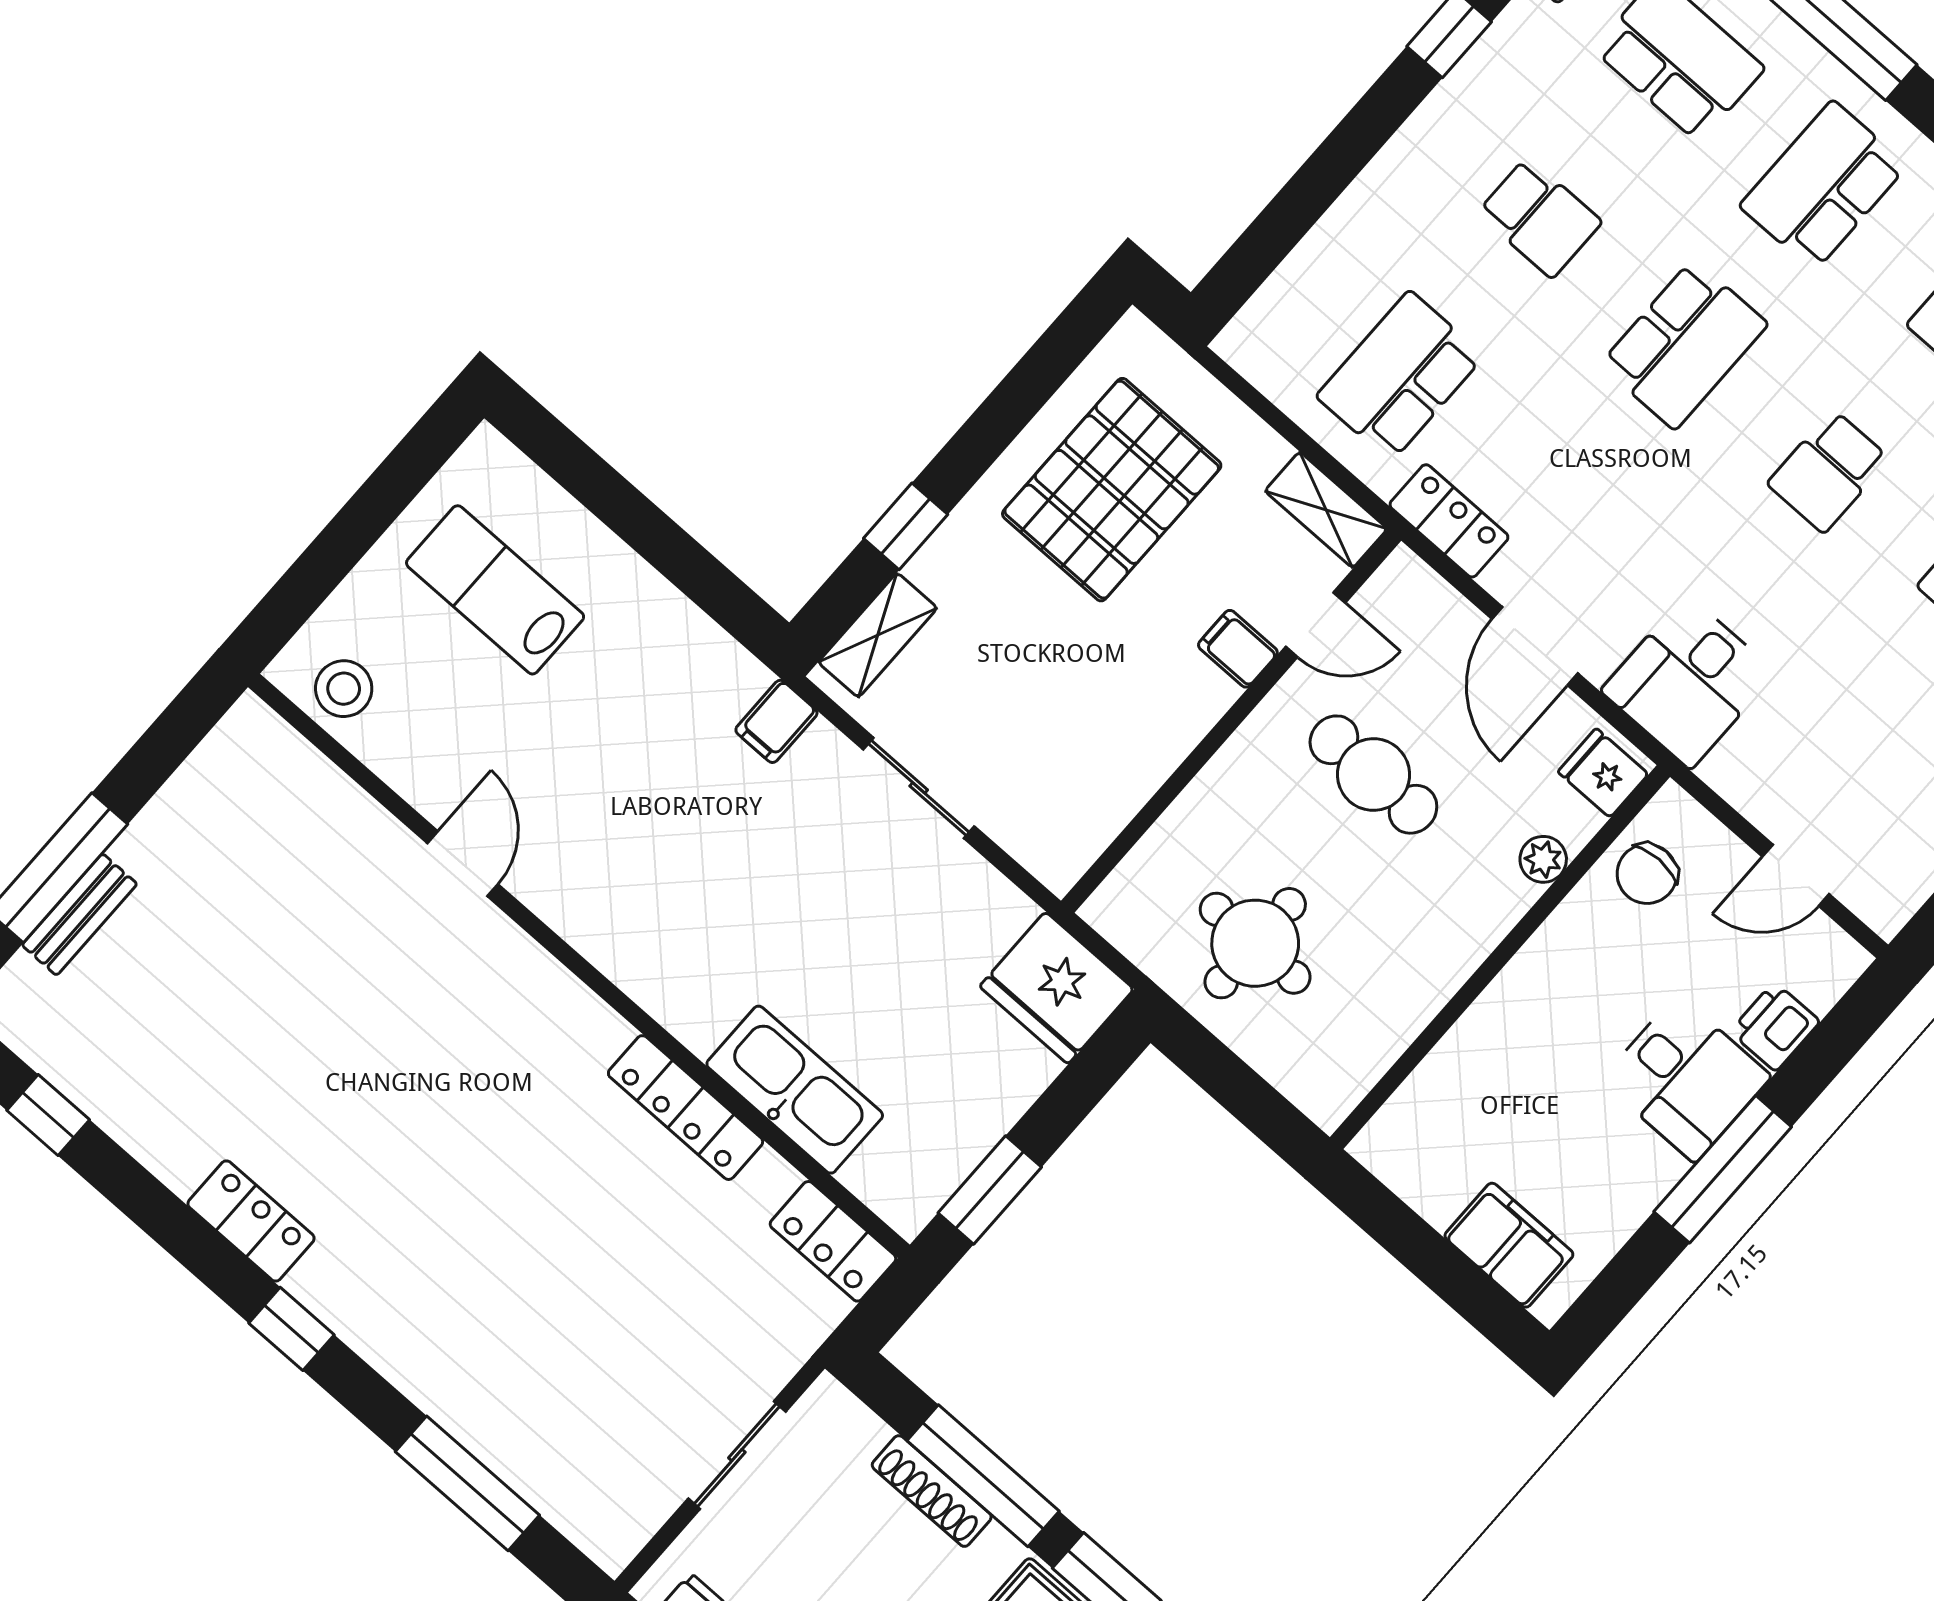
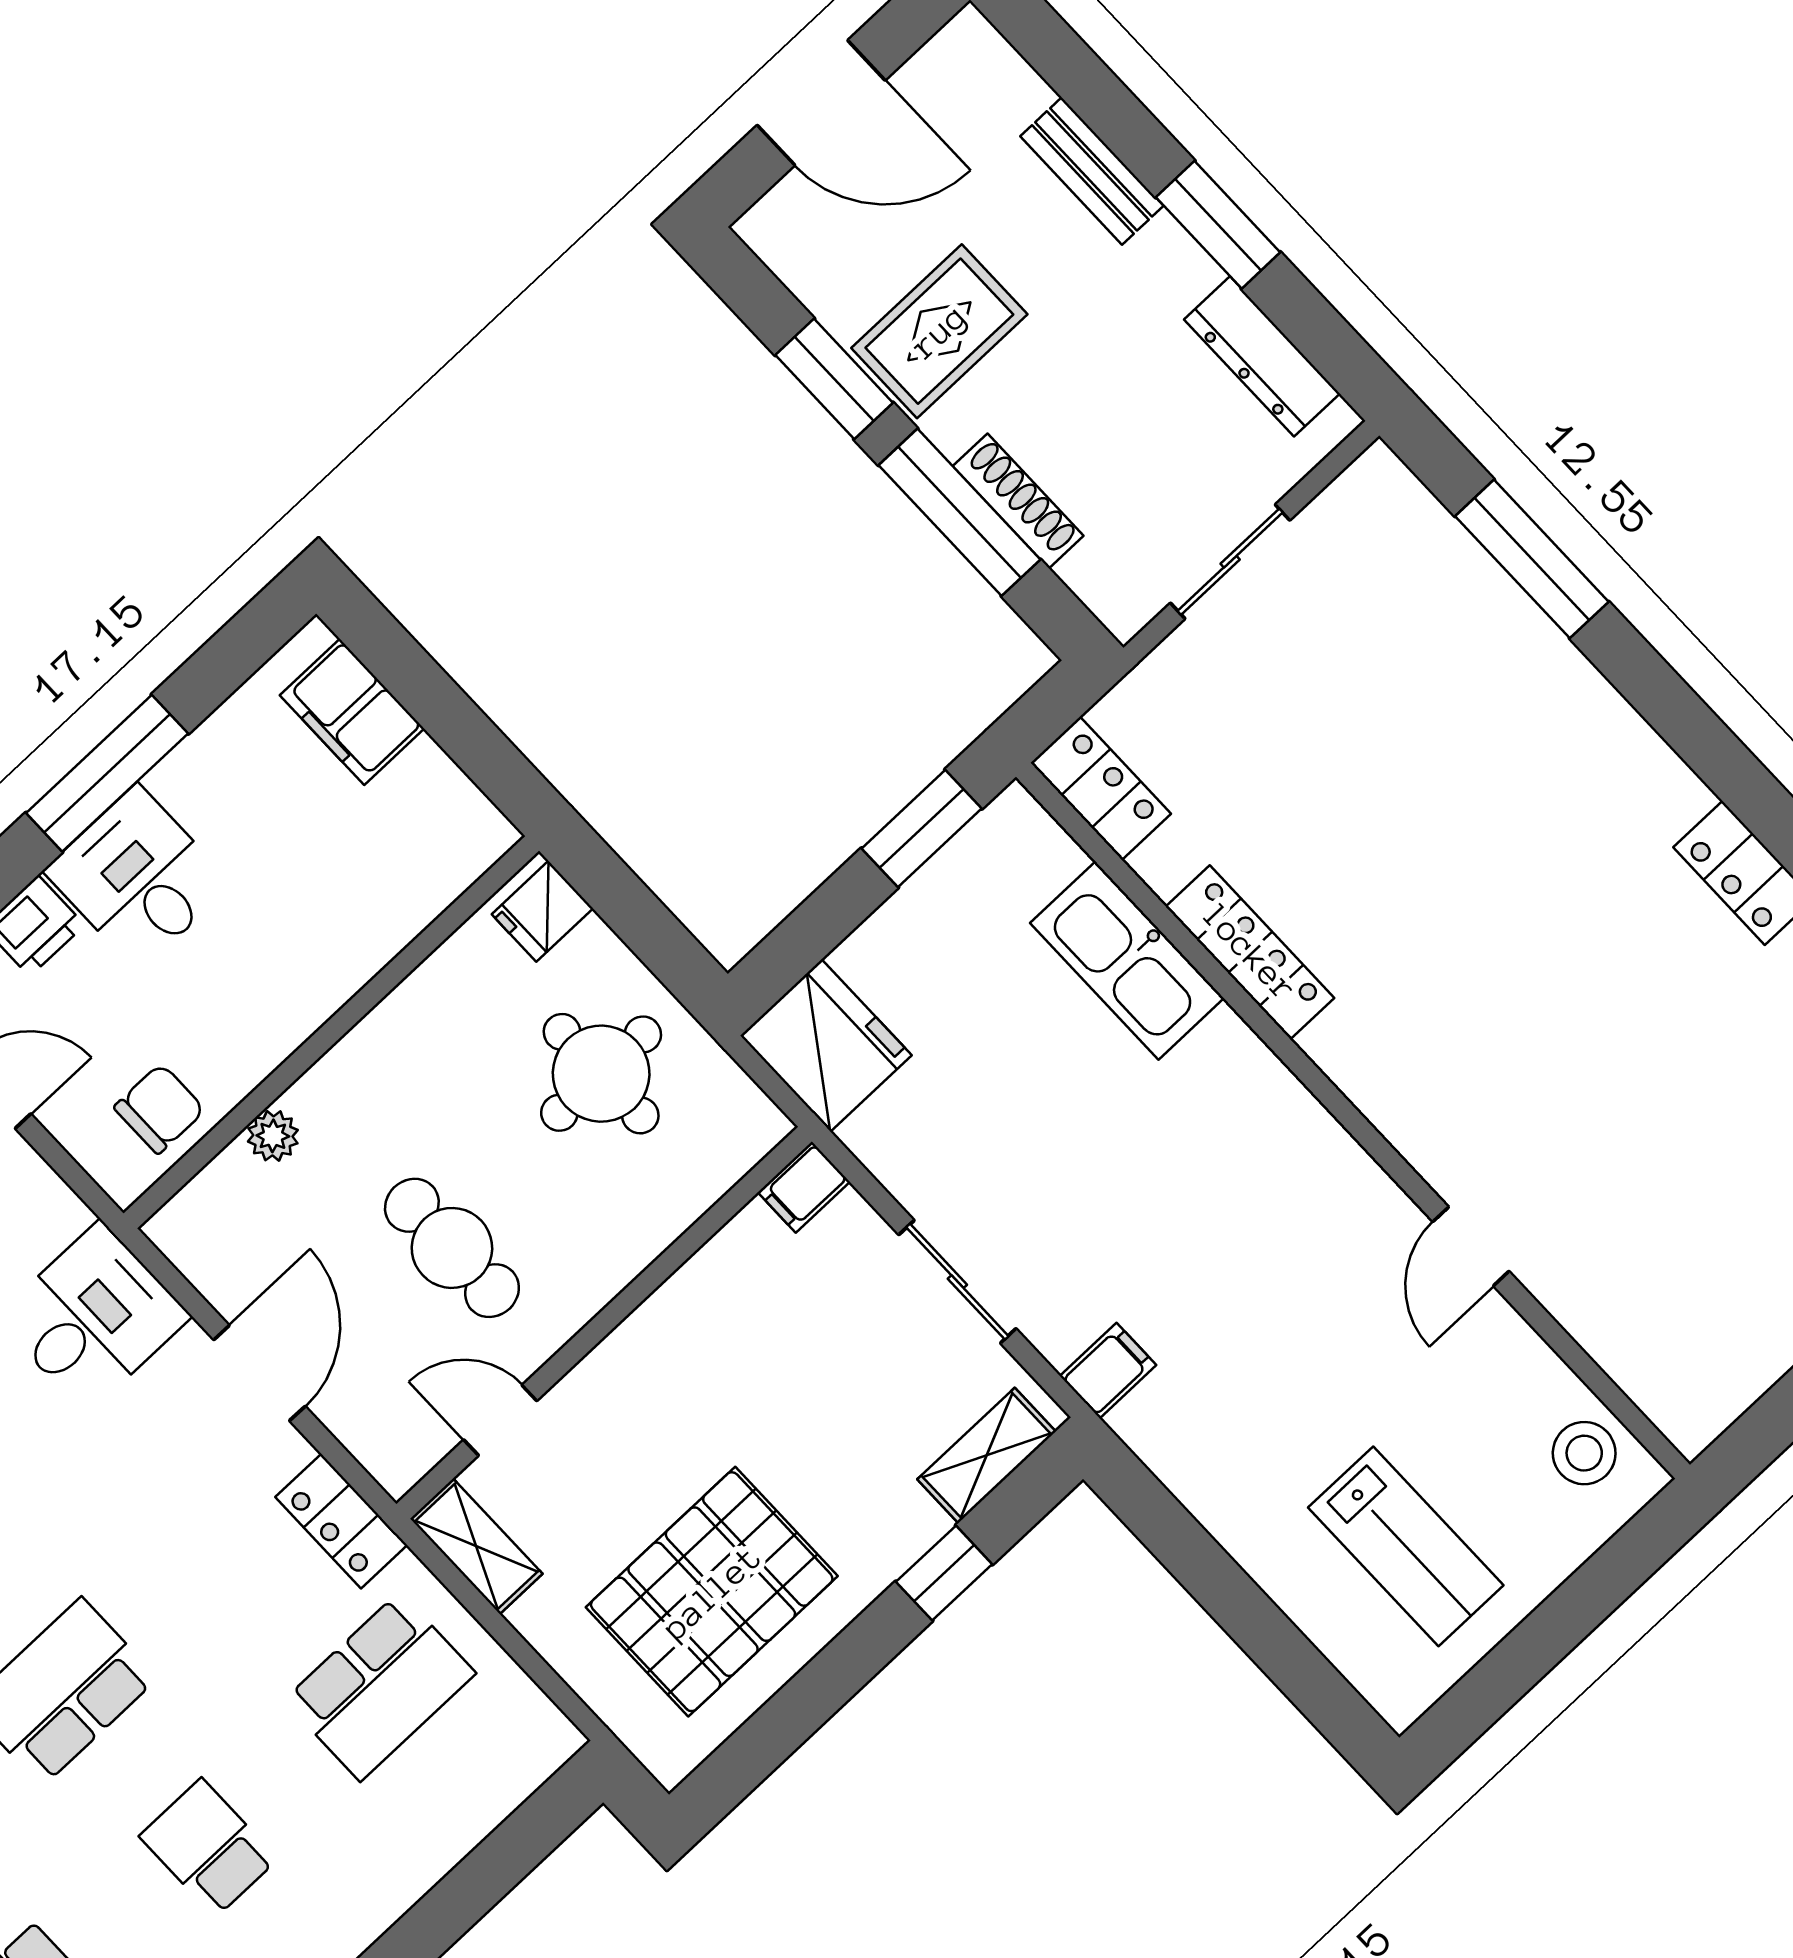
filing cabinet: (1238, 649) -> (804, 1187), moved, turned 90
fridge: (1603, 773) -> (542, 911), moved, turned 90
window: (292, 1329) -> (1710, 749), removed

